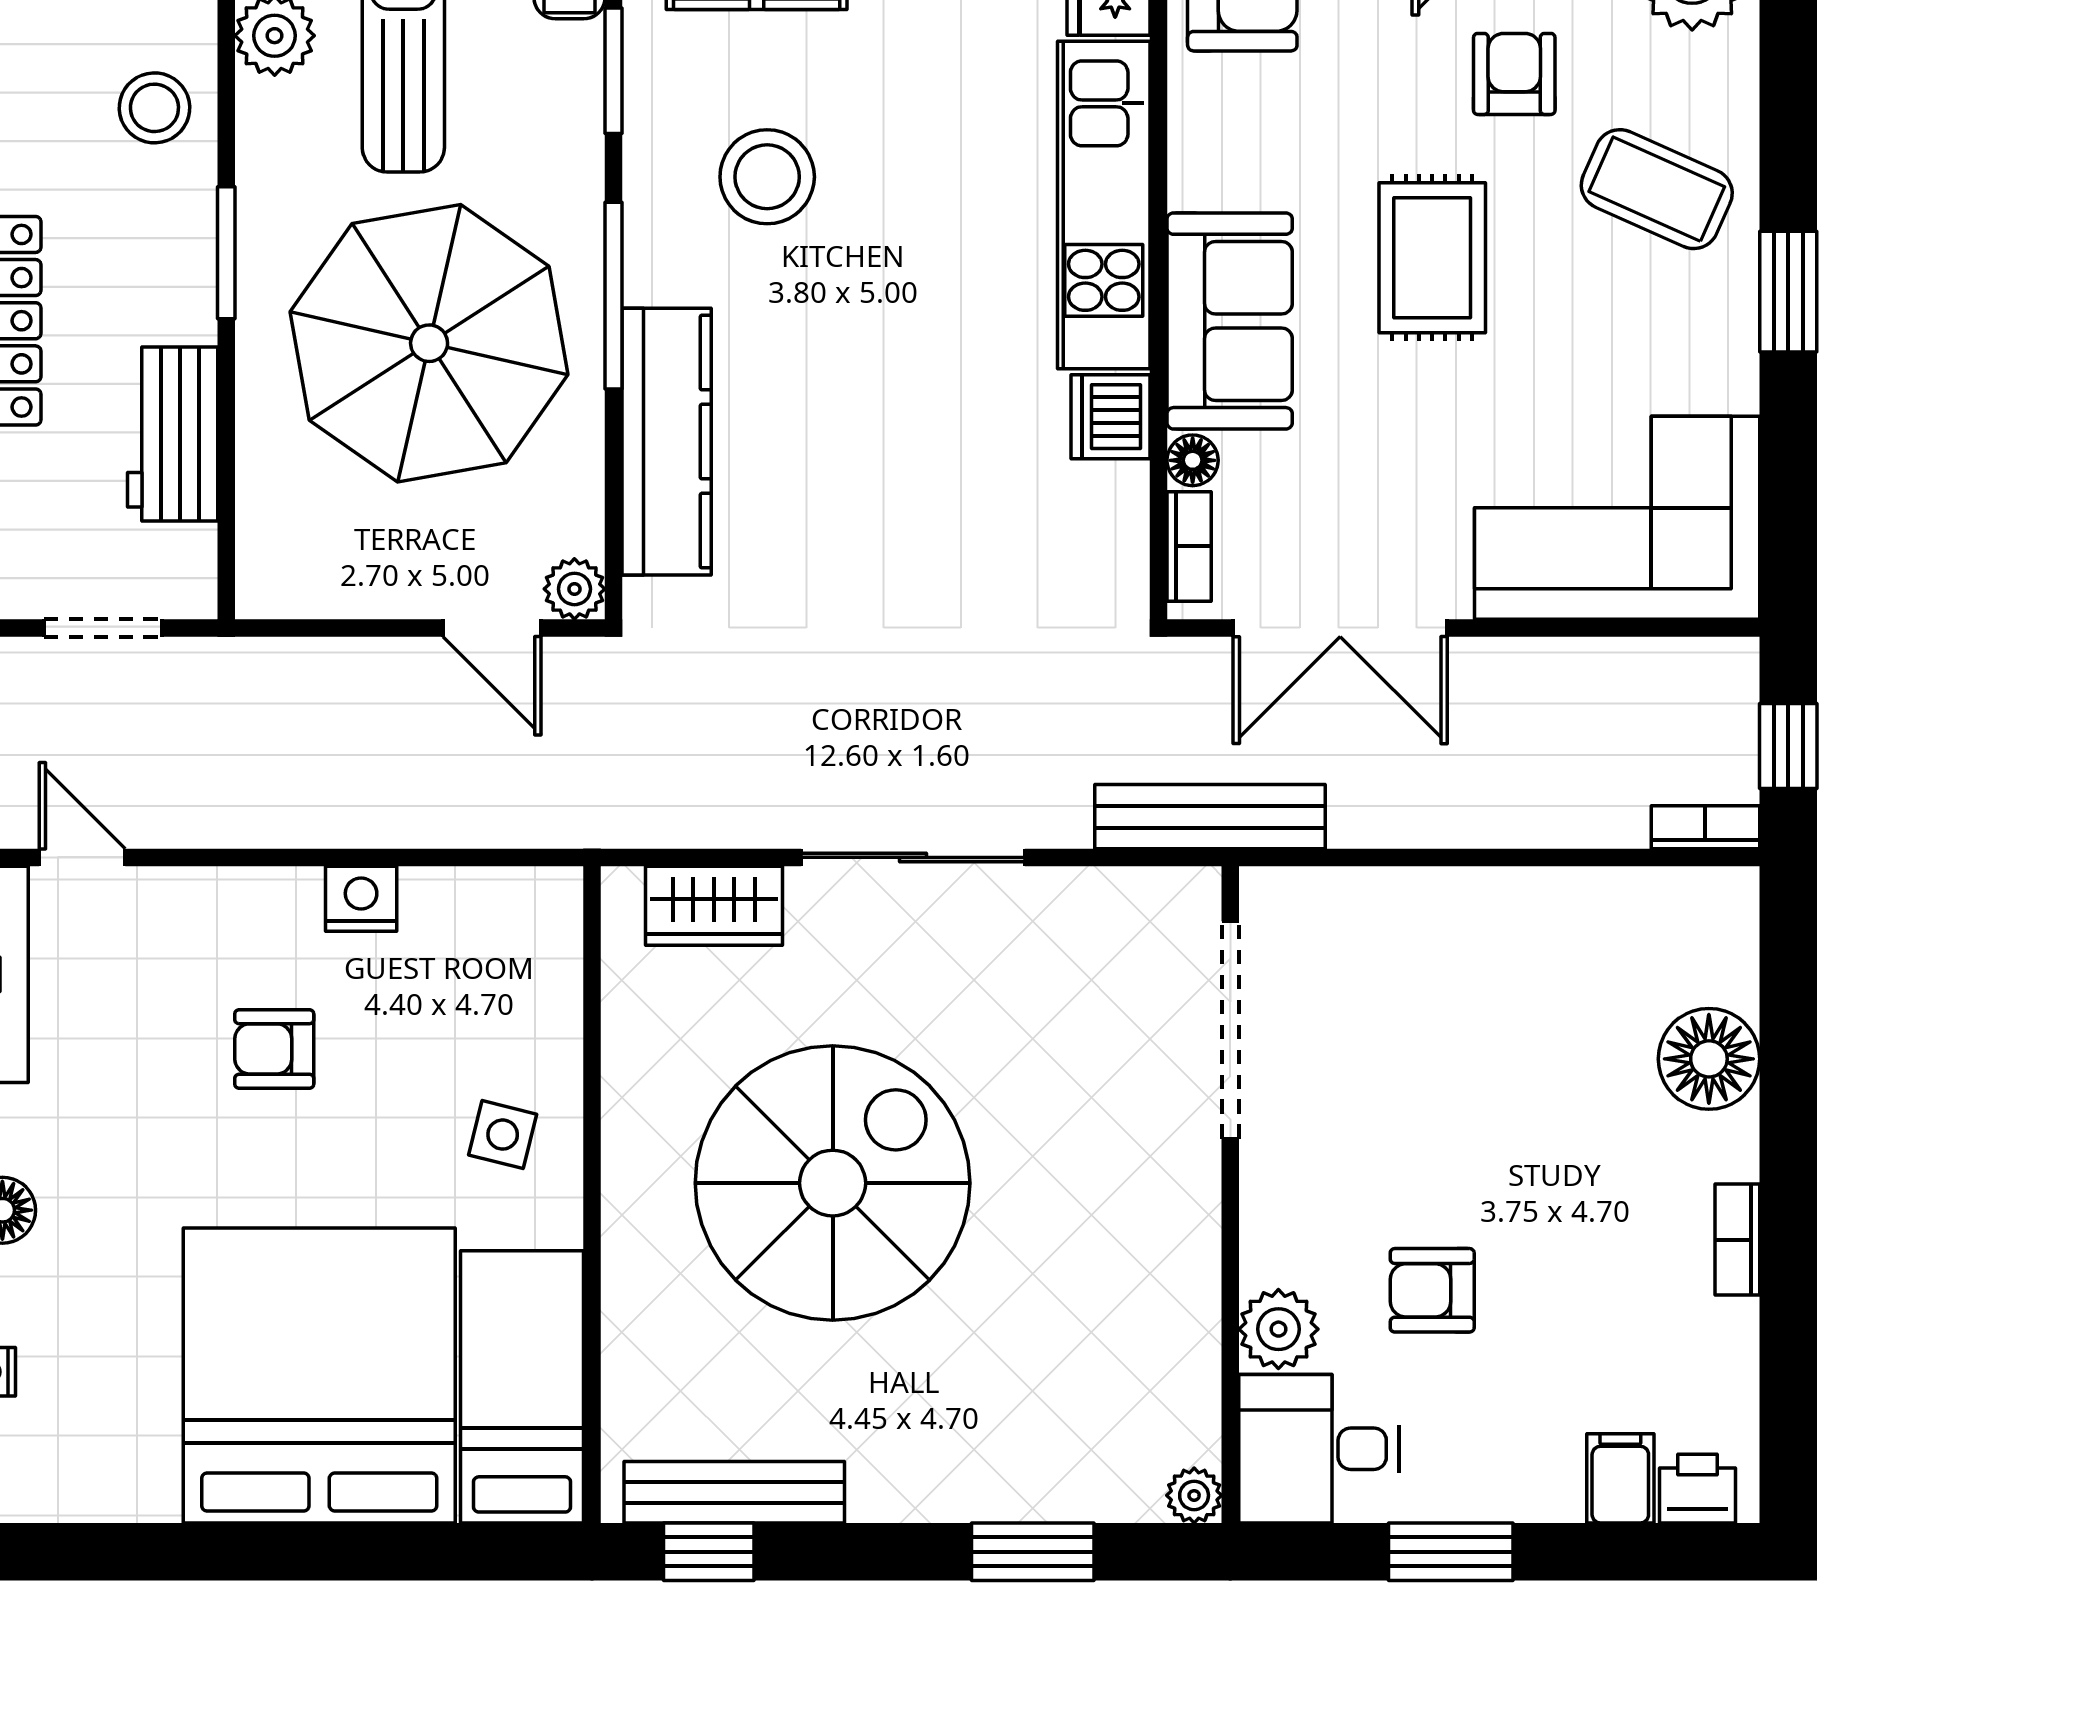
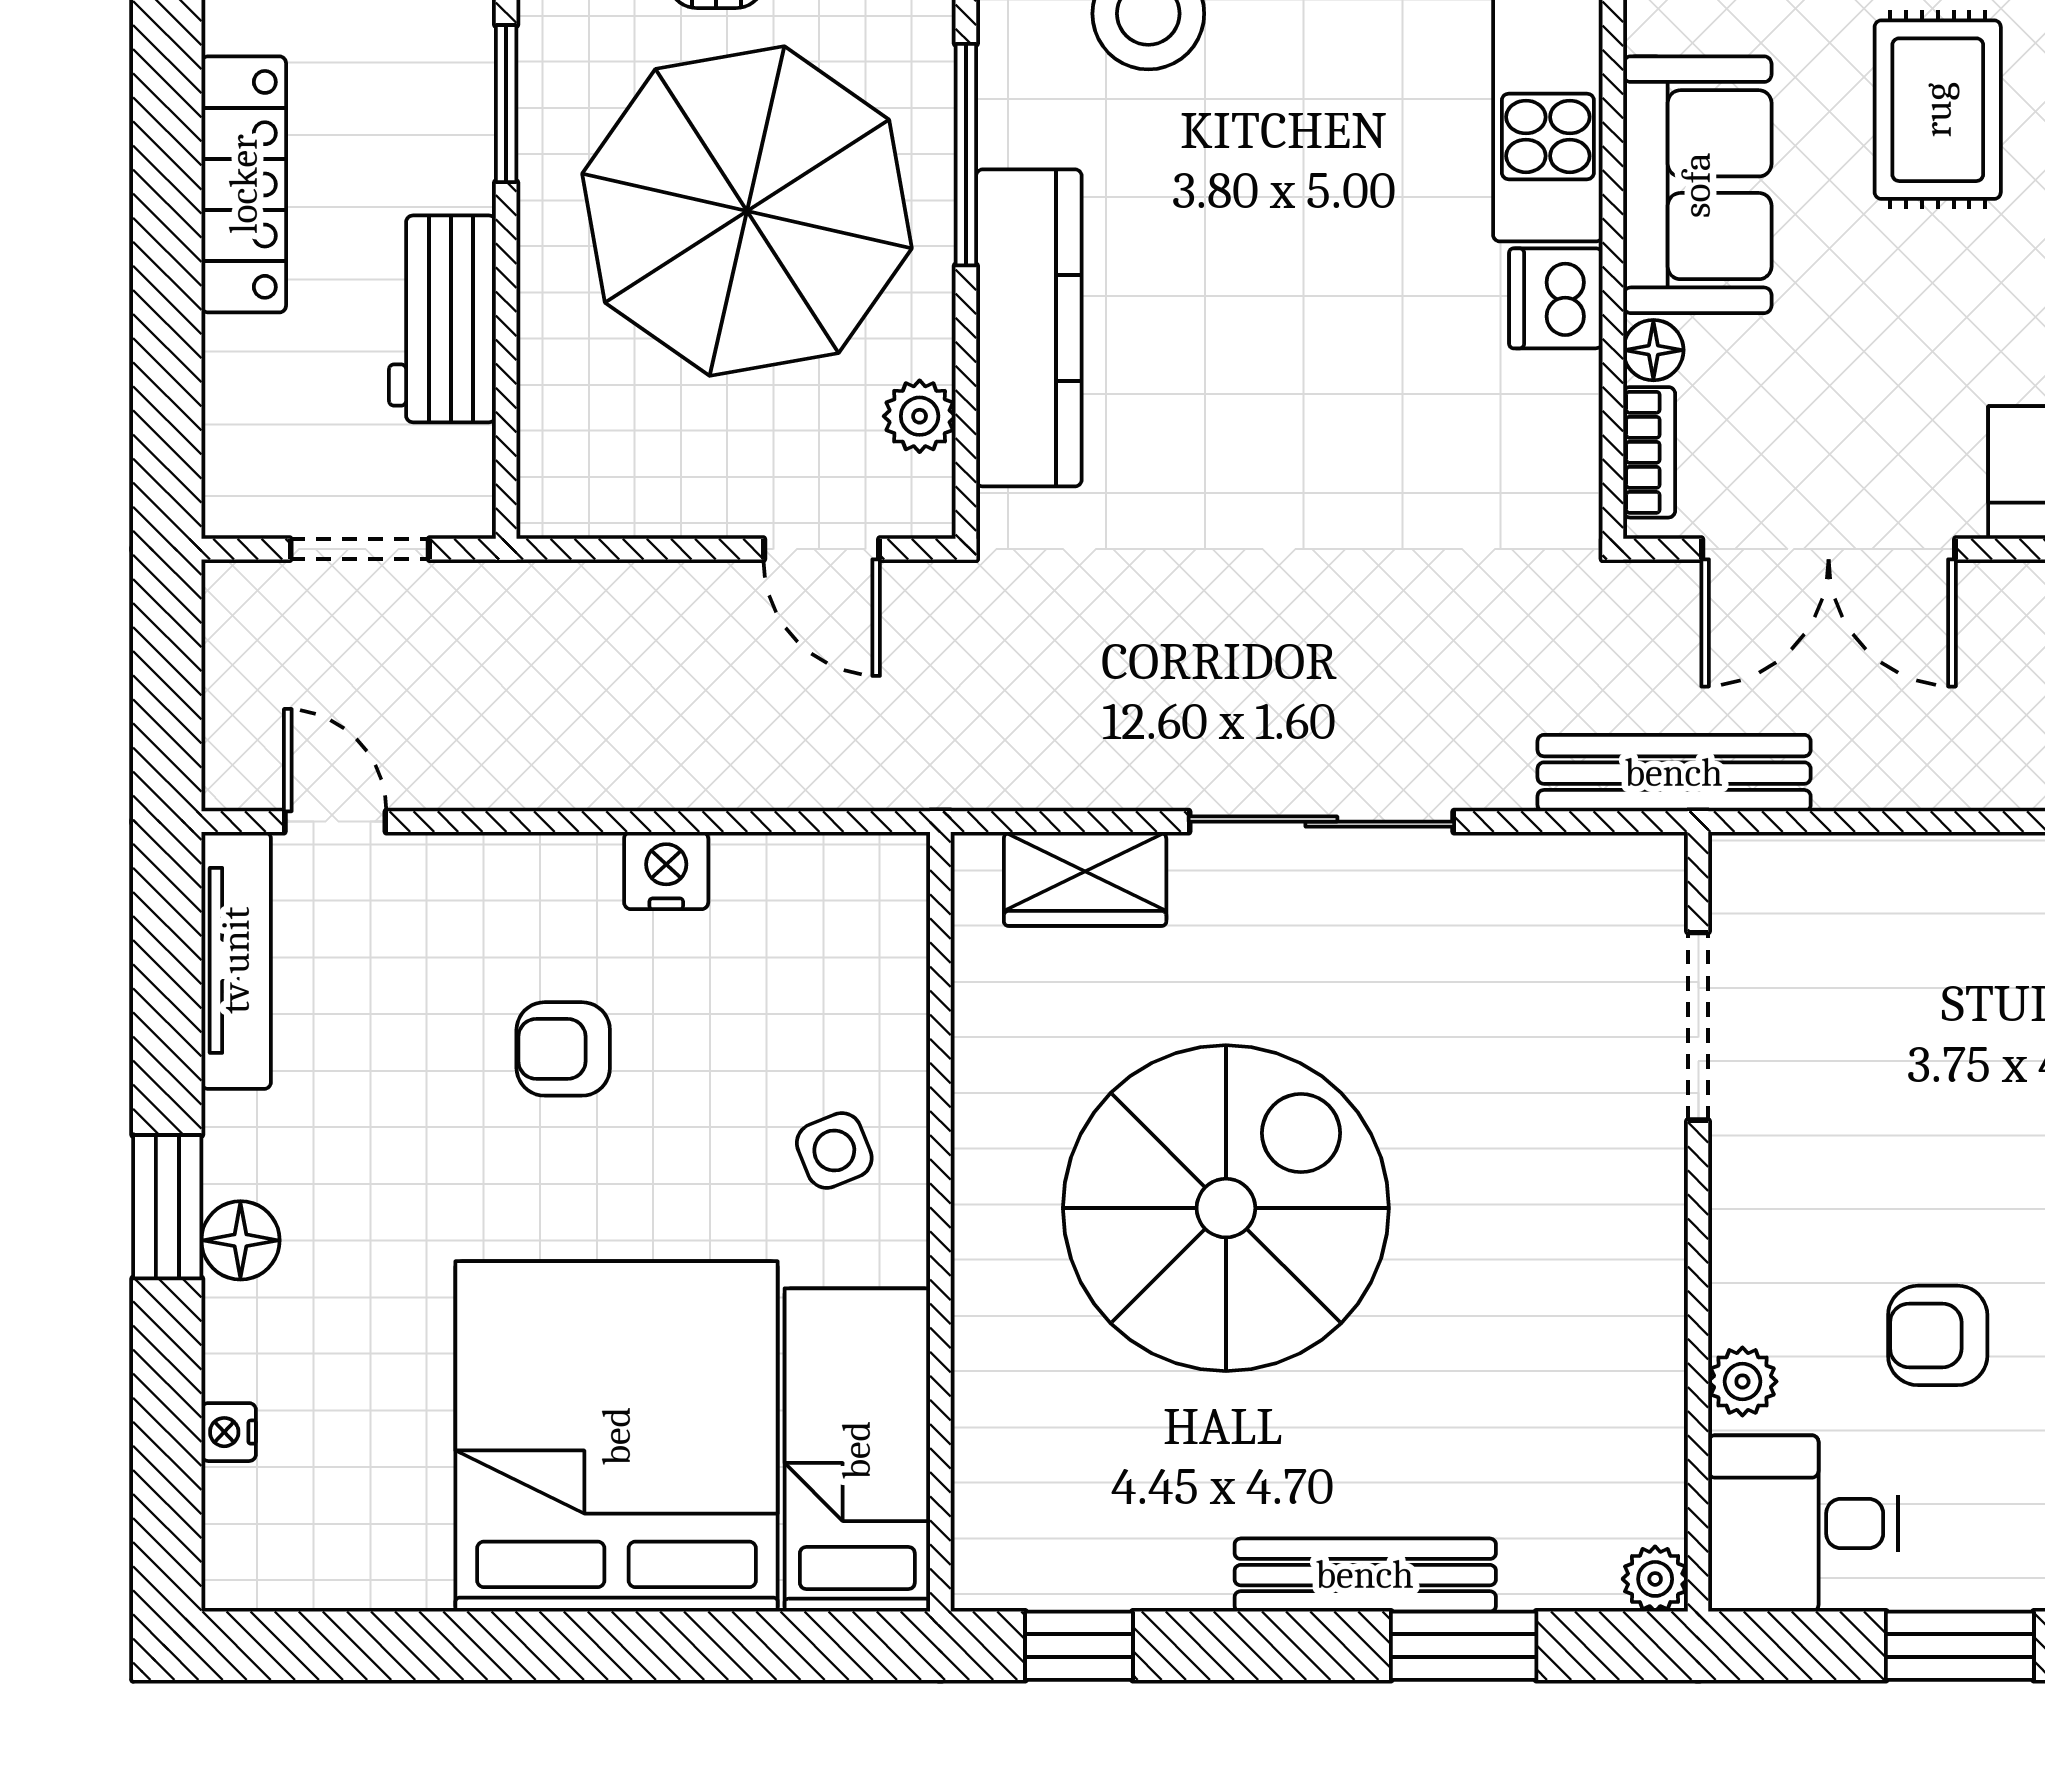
plant: (574, 589) -> (920, 416), moved
doorway: (1230, 1030) -> (1698, 1026), width x0.73
side table: (503, 1135) -> (834, 1150), turned -36
plant: (1278, 1329) -> (1742, 1381), width x0.73, depth x0.73
bench: (734, 1492) -> (1365, 1575), moved

